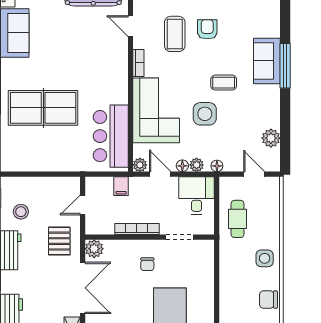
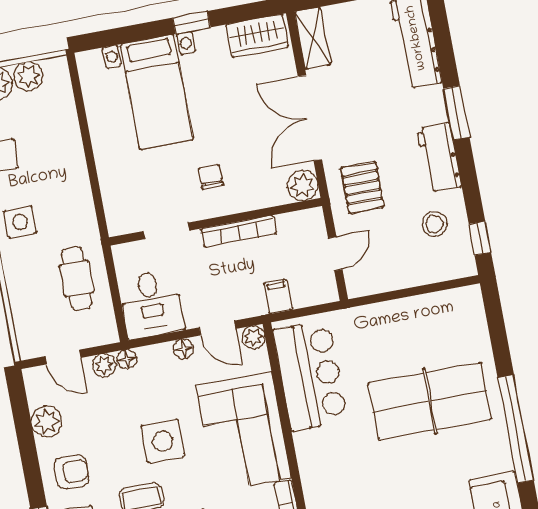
armchair: (262, 106) -> (71, 472), added
plant: (197, 165) -> (104, 365), moved

